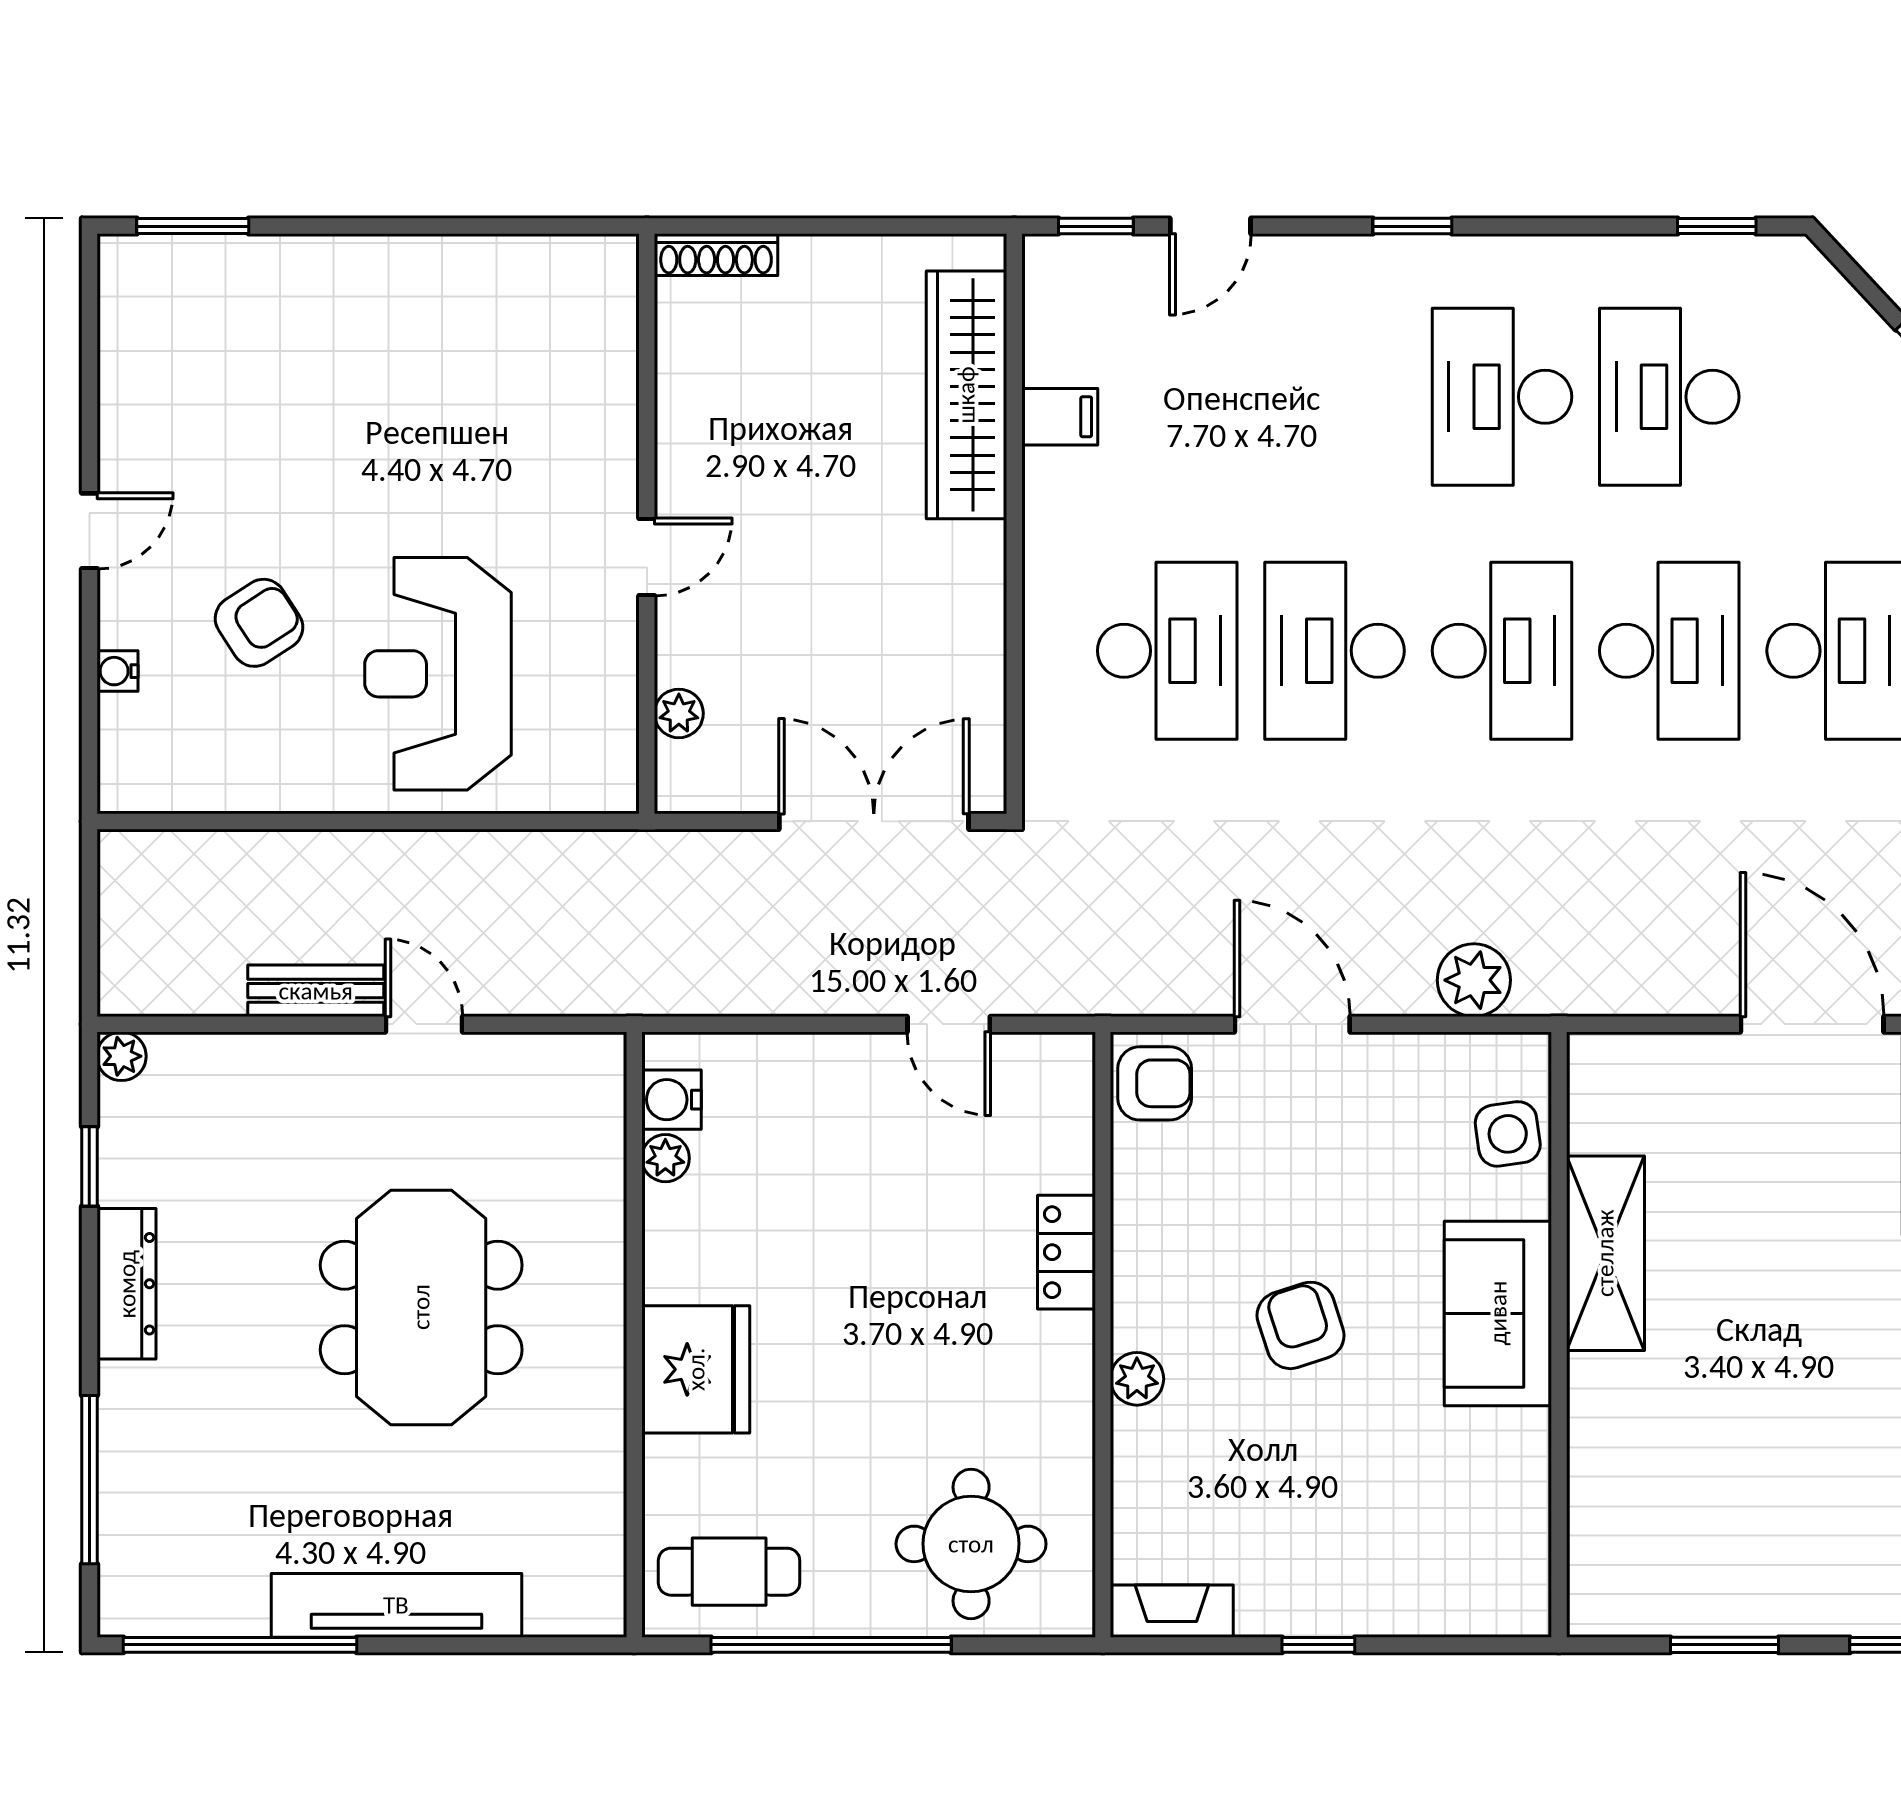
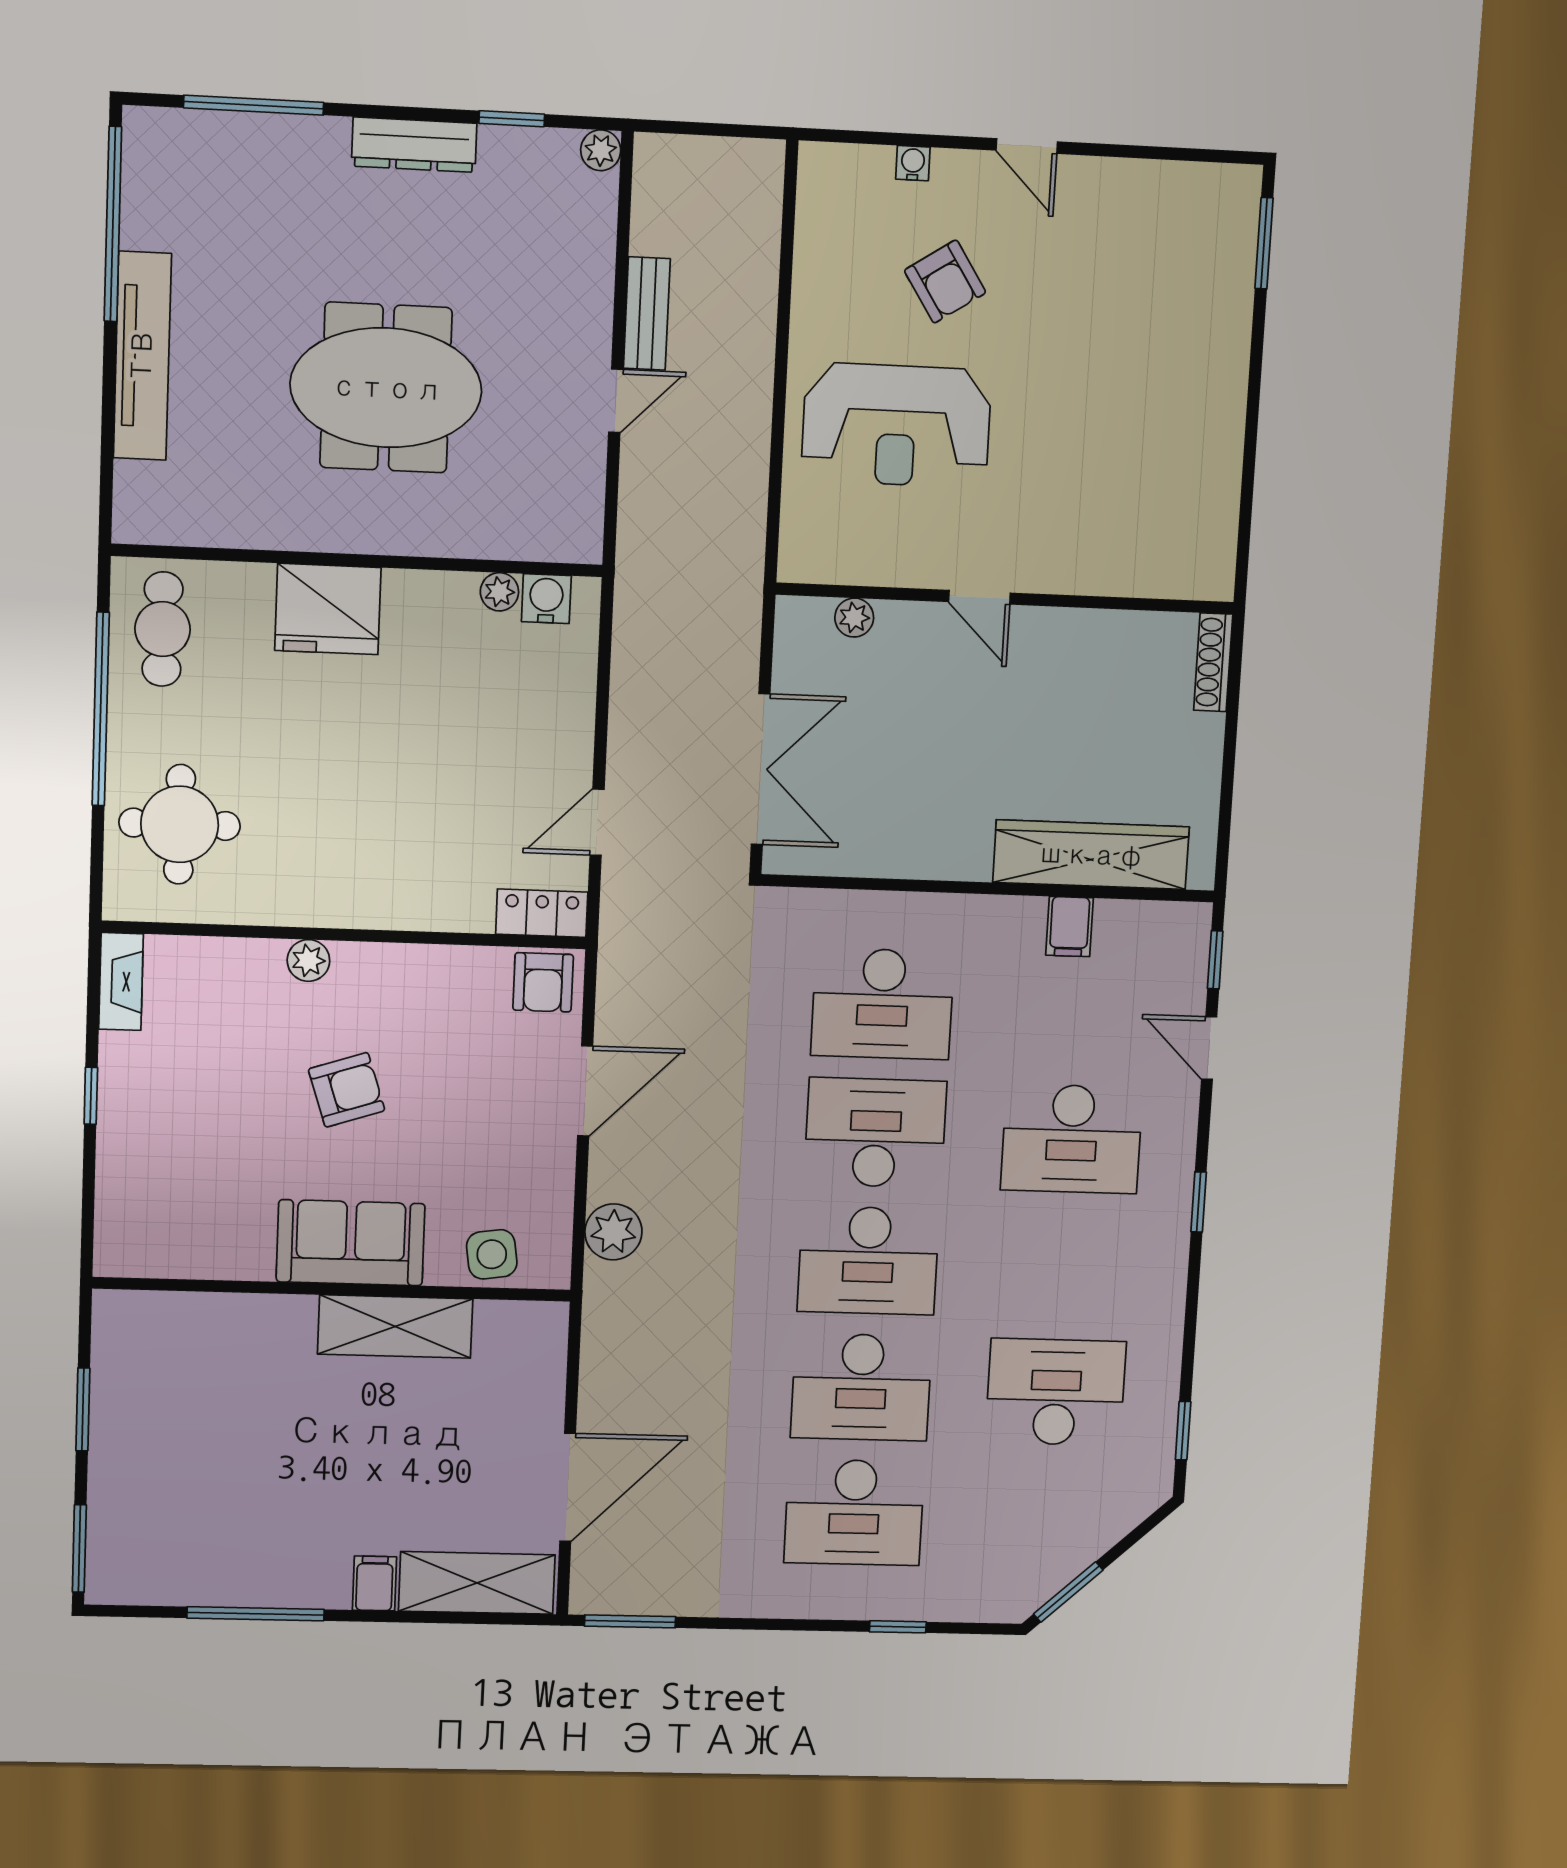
desk: (1502, 397) -> (1072, 1139), moved, turned 180
reception desk: (438, 674) -> (896, 425), turned 180
locker: (1066, 1252) -> (542, 913), moved

